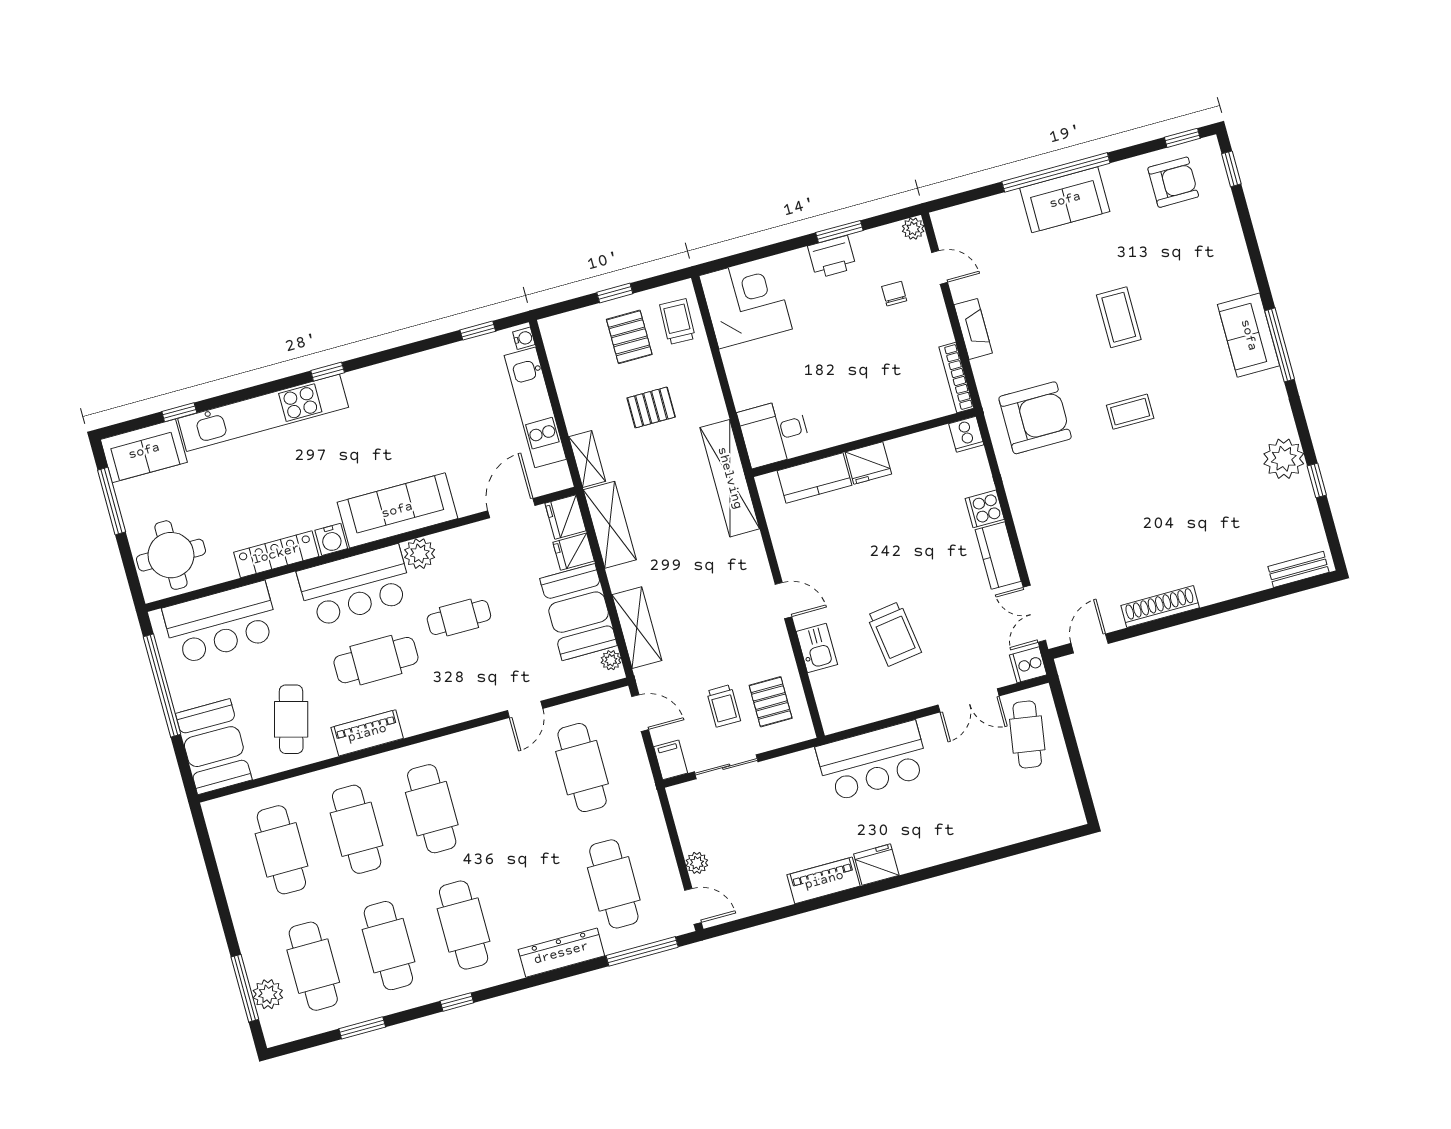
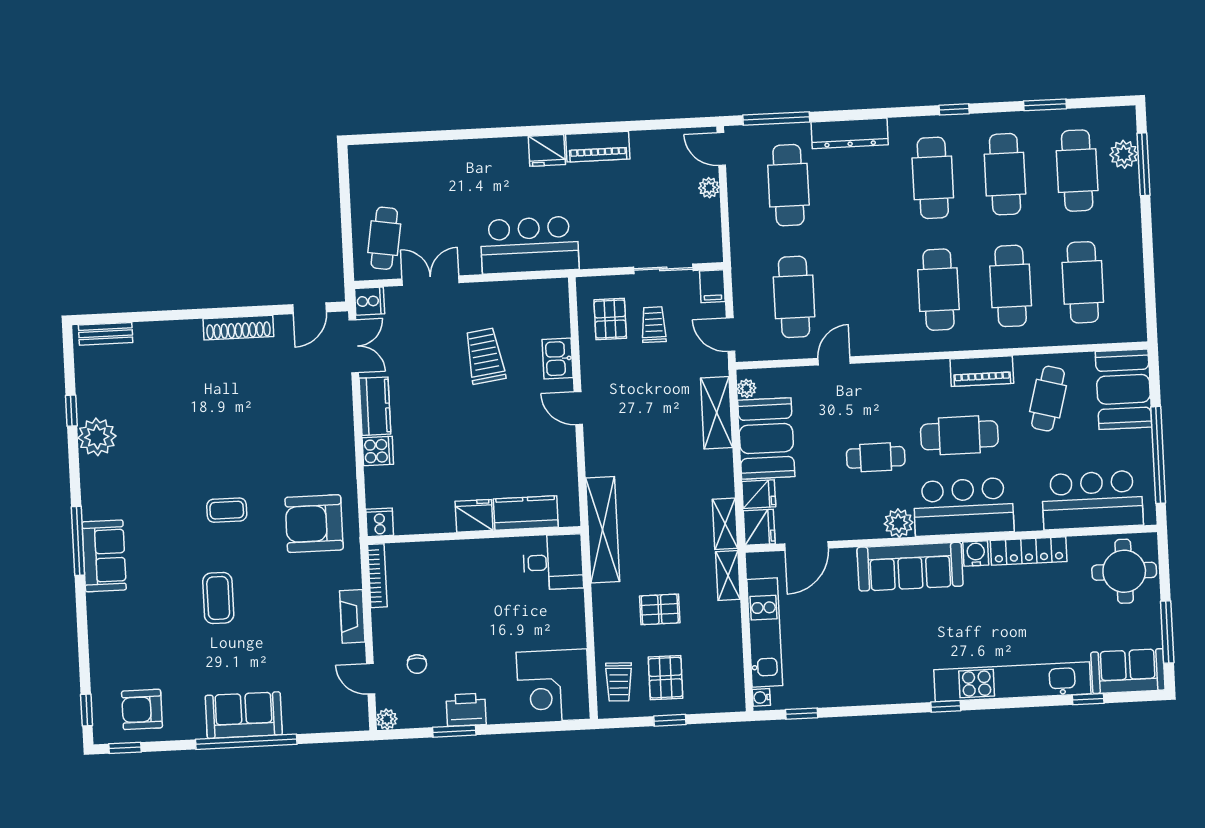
shelving: (610, 525) -> (725, 524), width x0.67, depth x0.75

